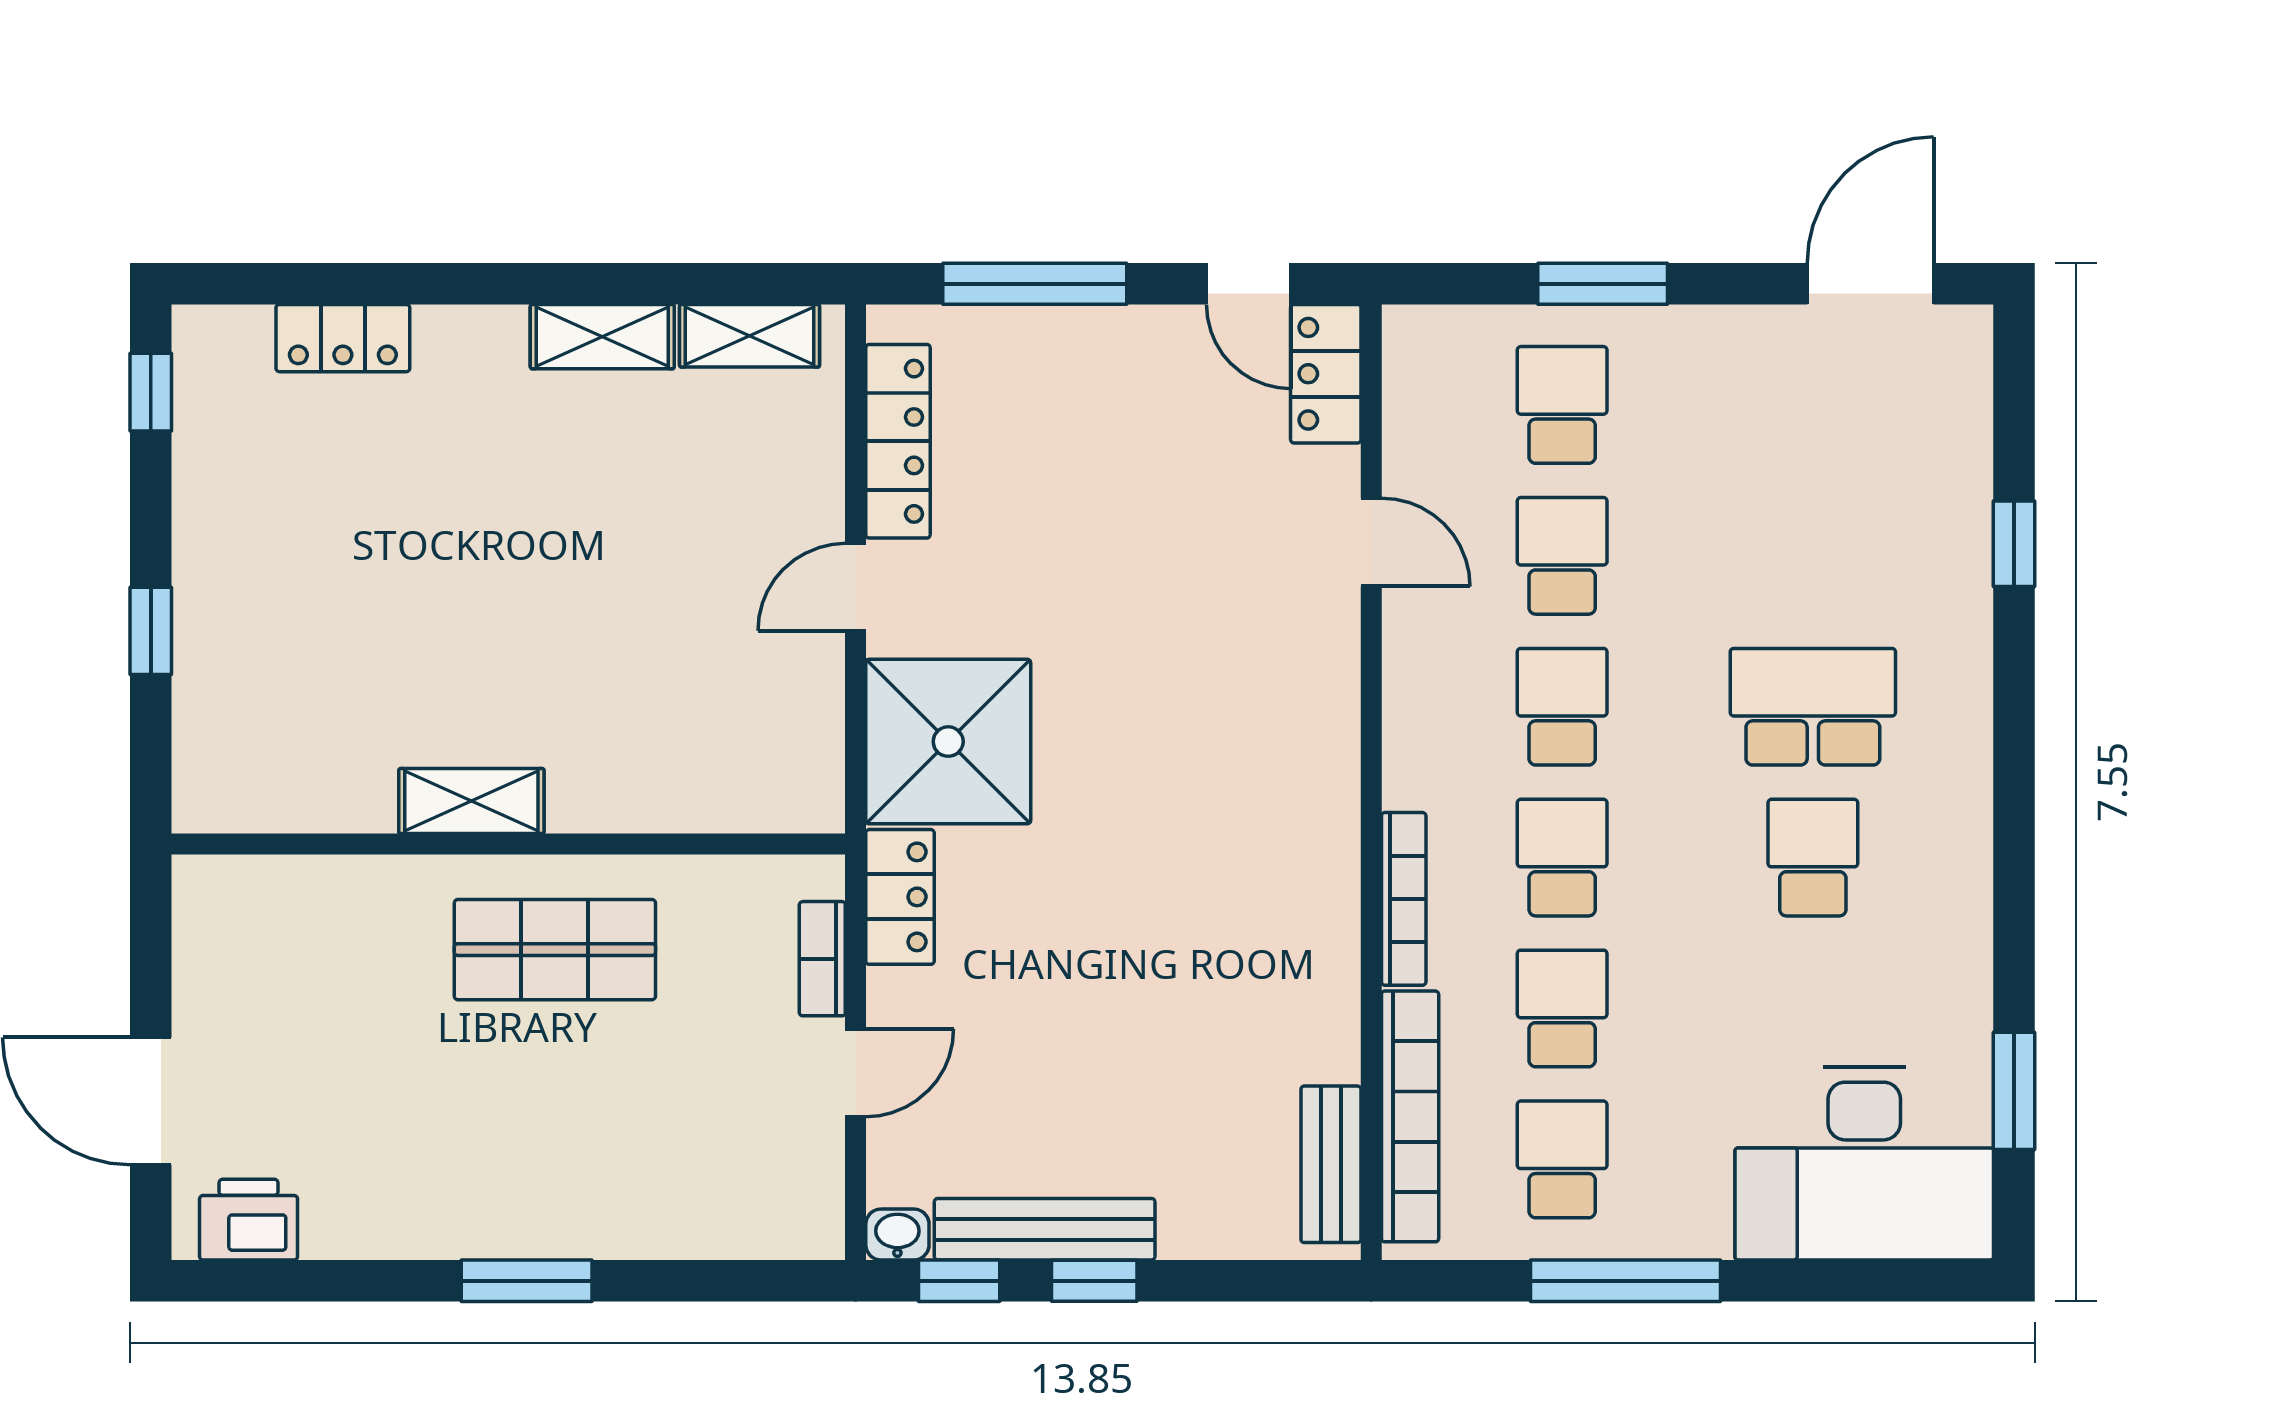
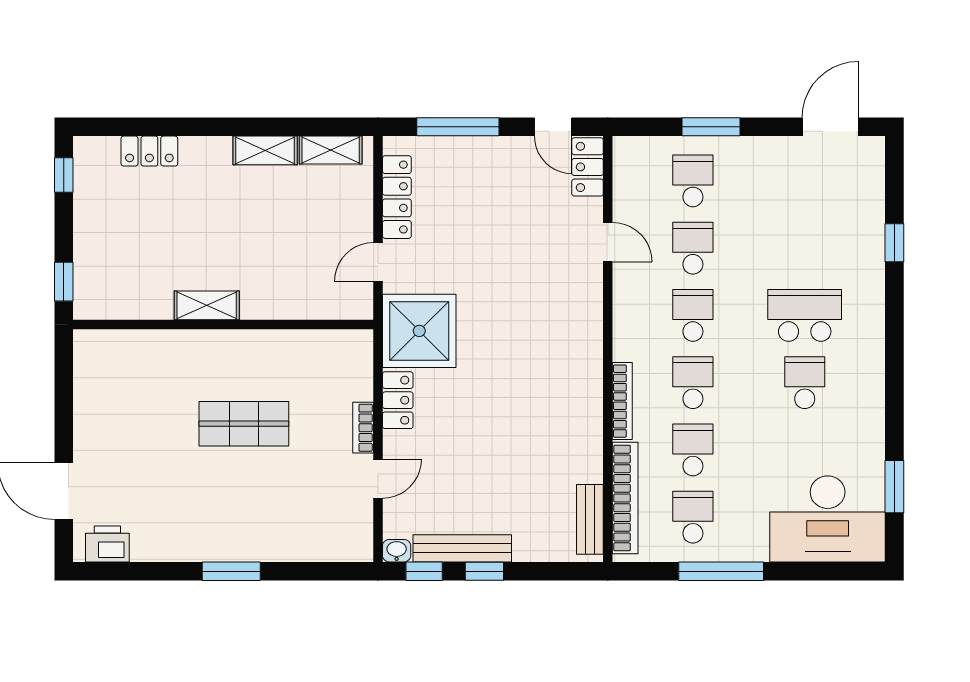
shelving: (471, 801) -> (207, 305), moved
wall: (508, 844) -> (223, 324), moved

